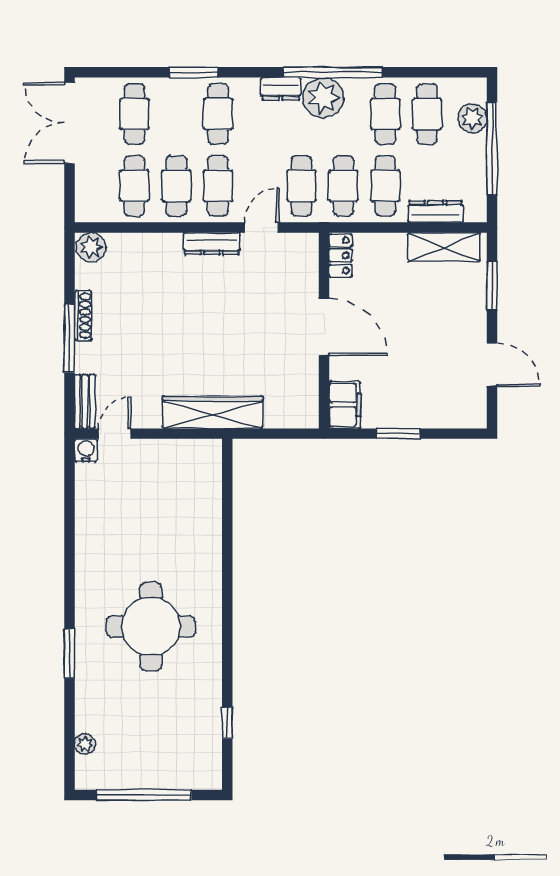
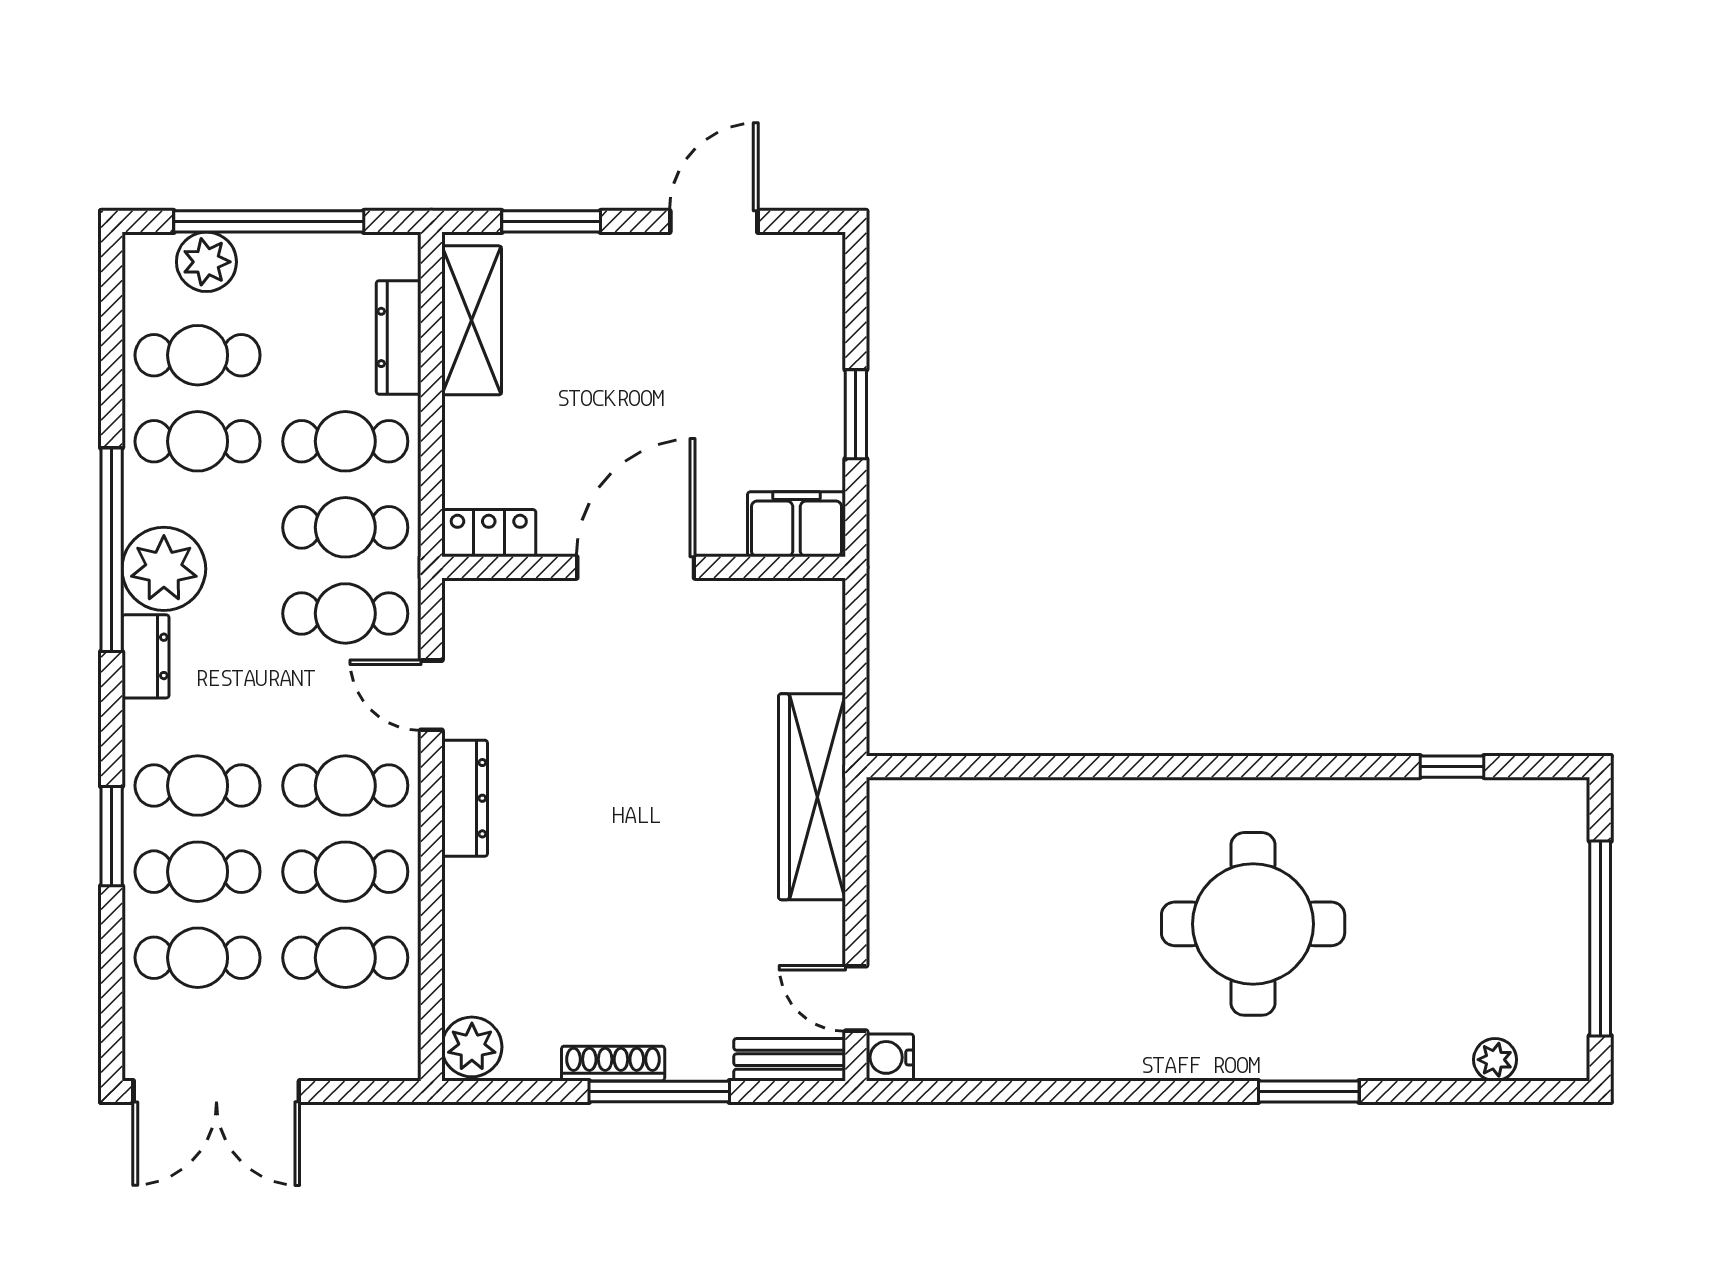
cafe table: (176, 114) -> (198, 872), added

